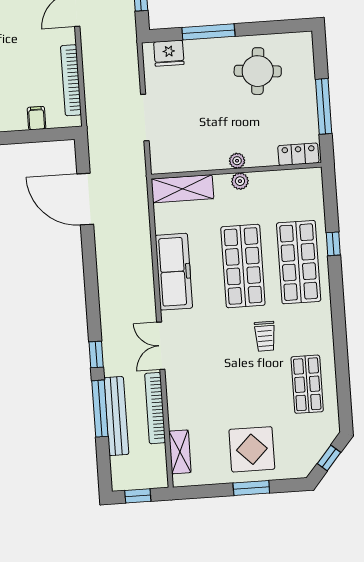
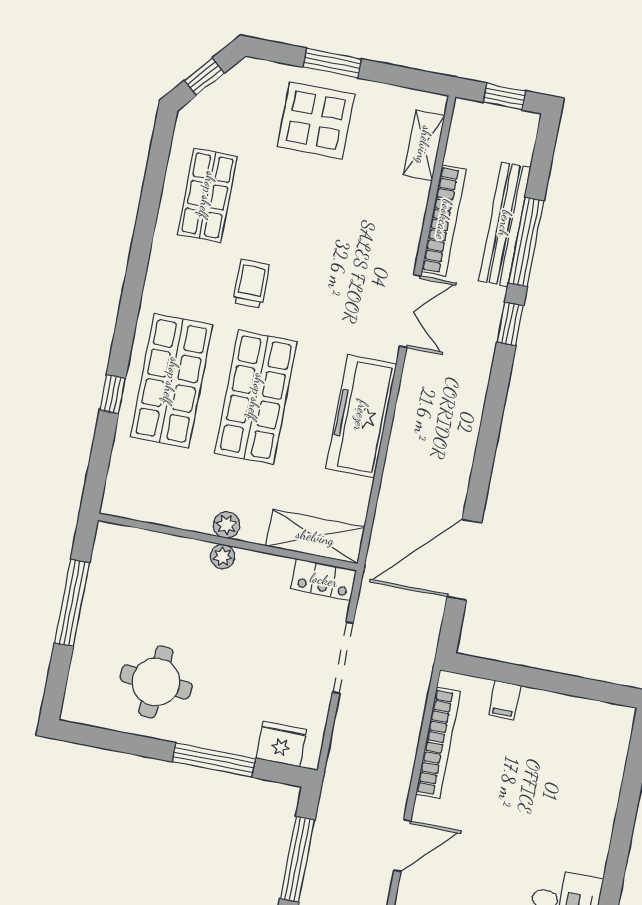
locker: (298, 154) -> (324, 580), moved
door: (85, 199) -> (464, 560), swing flipped

